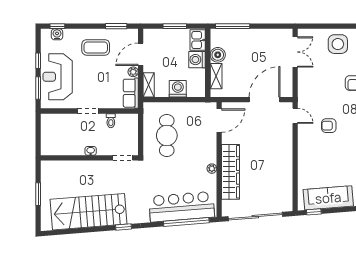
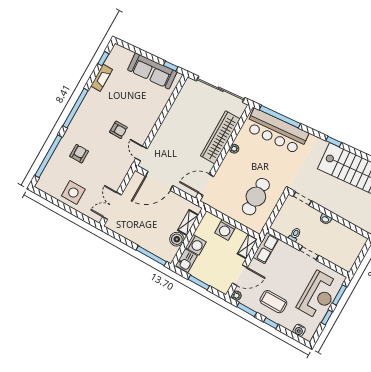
window: (57, 26) -> (271, 323), moved
plant: (133, 72) -> (236, 296), moved

